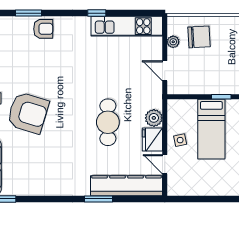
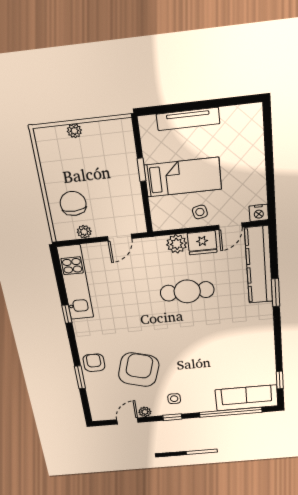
armchair: (28, 113) -> (139, 370), moved
nightstand: (174, 188) -> (259, 213), added

